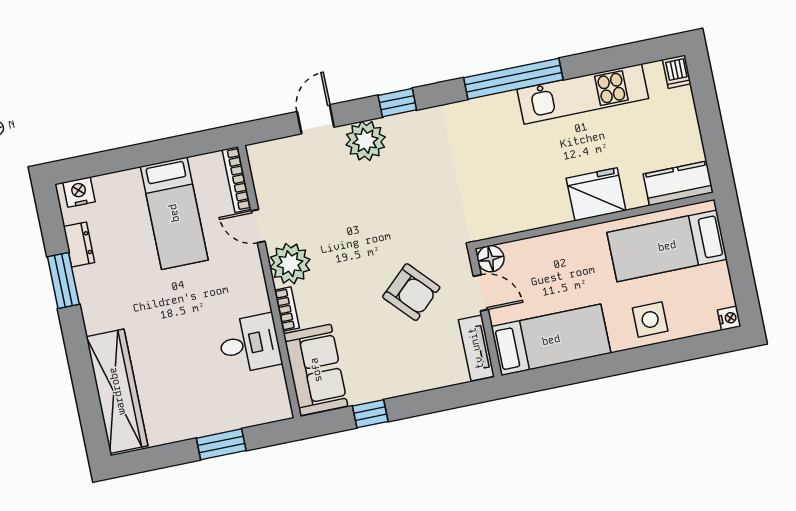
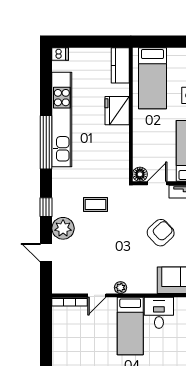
kitchen unit: (583, 94) -> (62, 119), width x1.36
coffee table: (420, 190) -> (96, 204), added
bed: (174, 213) -> (130, 326), moved, turned 90
plant: (290, 264) -> (120, 288), width x0.53, depth x0.53
armchair: (411, 292) -> (161, 233), moved
bookcase: (287, 309) -> (145, 289), removed

